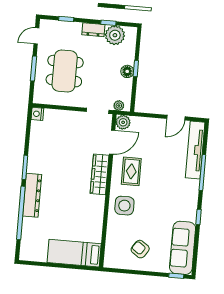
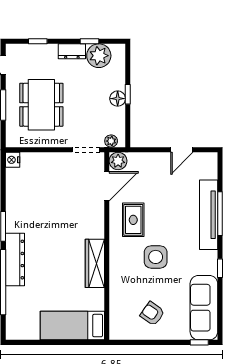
tv unit: (195, 150) -> (209, 215), moved
wardrobe: (100, 174) -> (95, 263), moved
side table: (124, 206) -> (156, 257), moved

